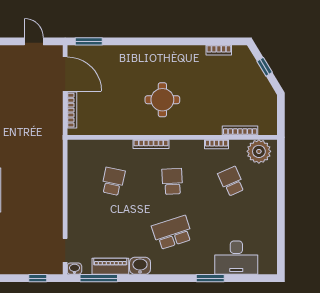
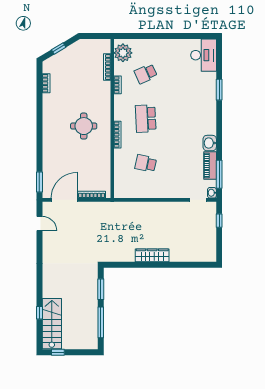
door: (34, 41) -> (39, 224), swing flipped
school desk: (172, 181) -> (146, 119), width x1.85
school desk: (172, 233) -> (185, 119), removed
desk: (236, 258) -> (204, 55), moved

